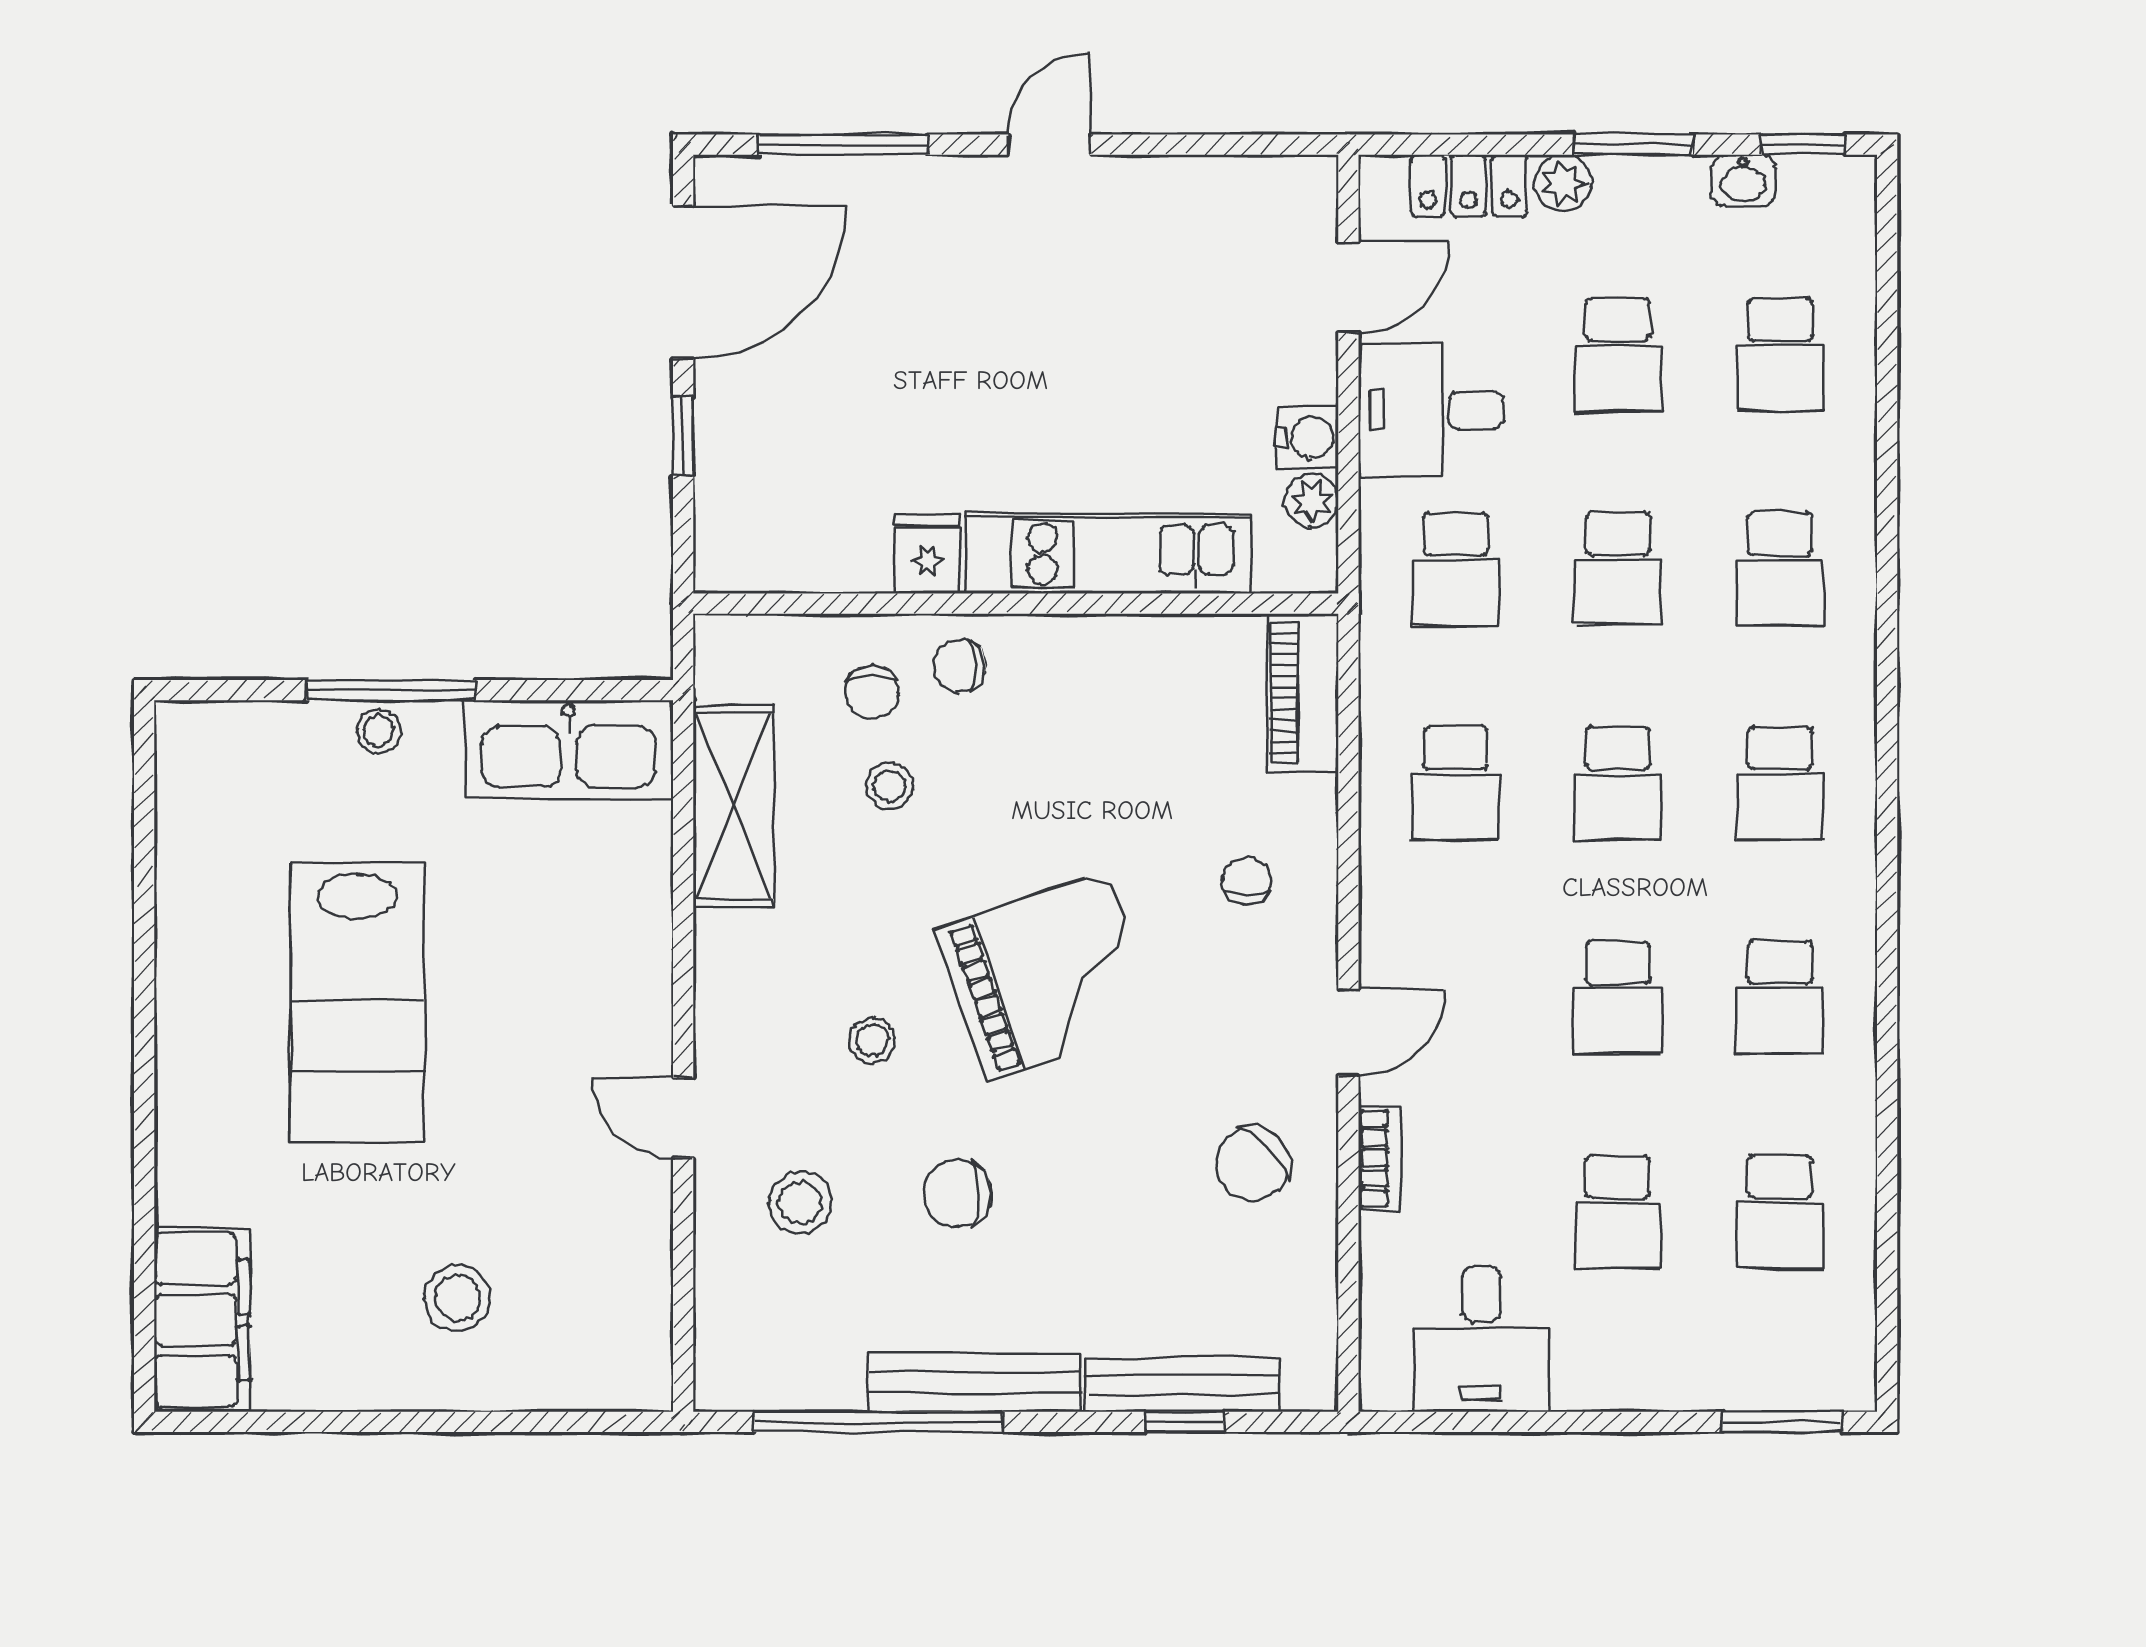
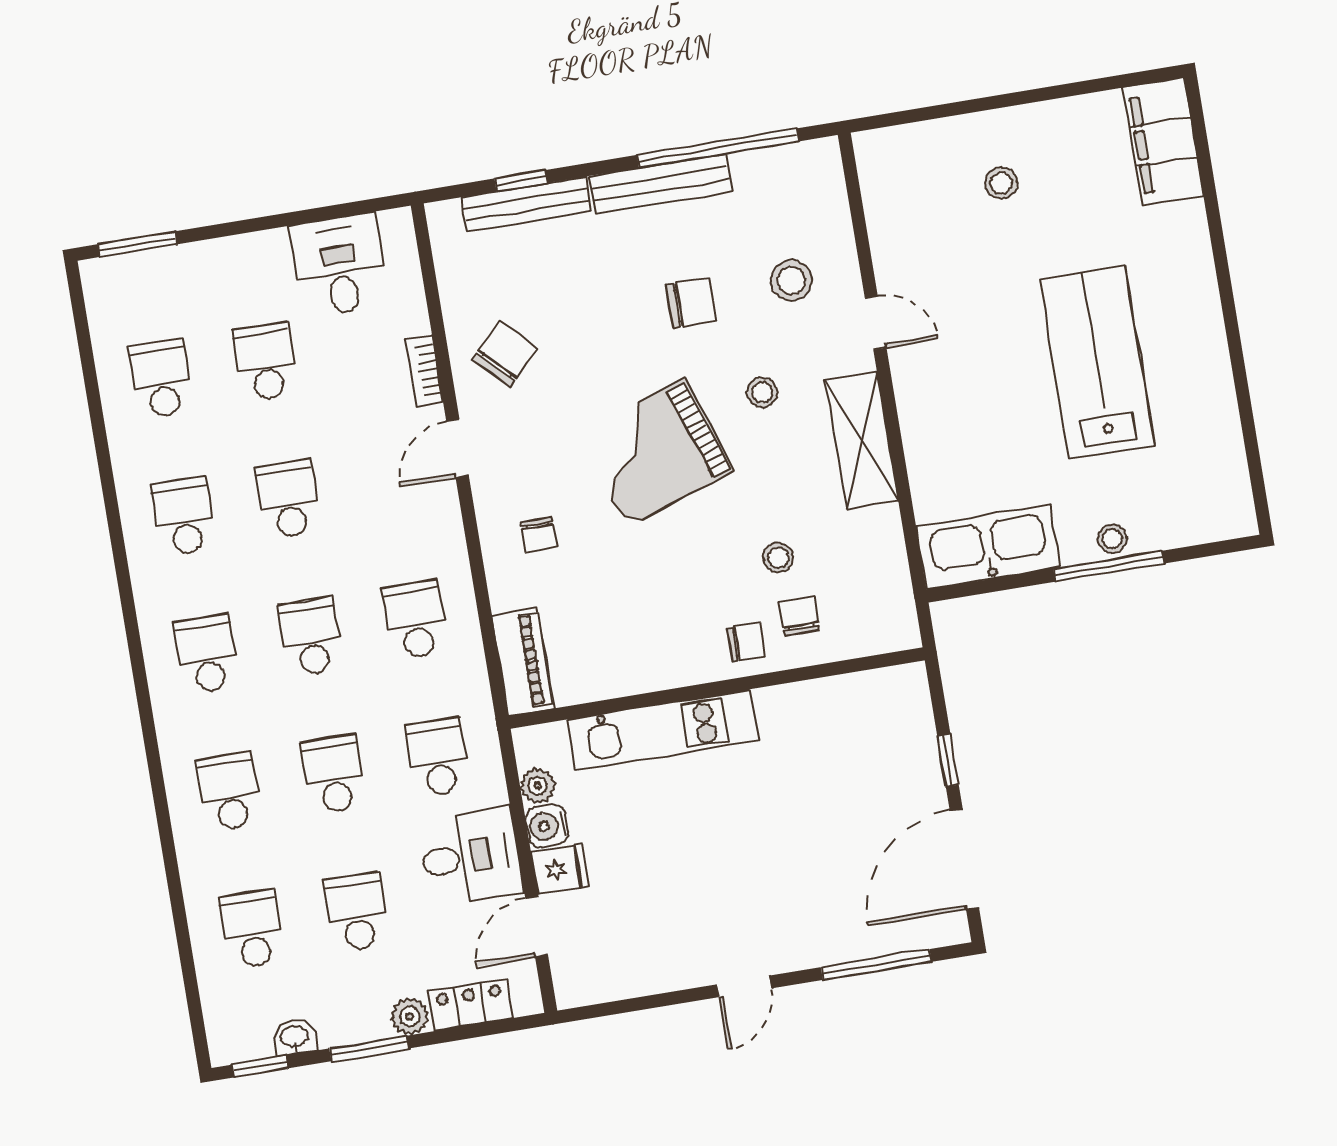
fridge: (927, 554) -> (560, 870), moved, turned -90
shelving: (733, 806) -> (862, 441), moved
stool: (457, 1298) -> (1001, 183), width x0.73, depth x0.73

